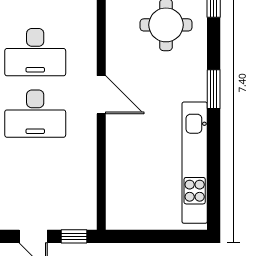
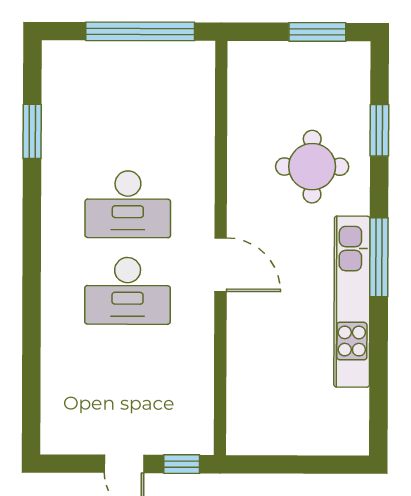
window: (214, 89) -> (379, 257), width x1.44
kitchen unit: (195, 163) -> (352, 302), moved

